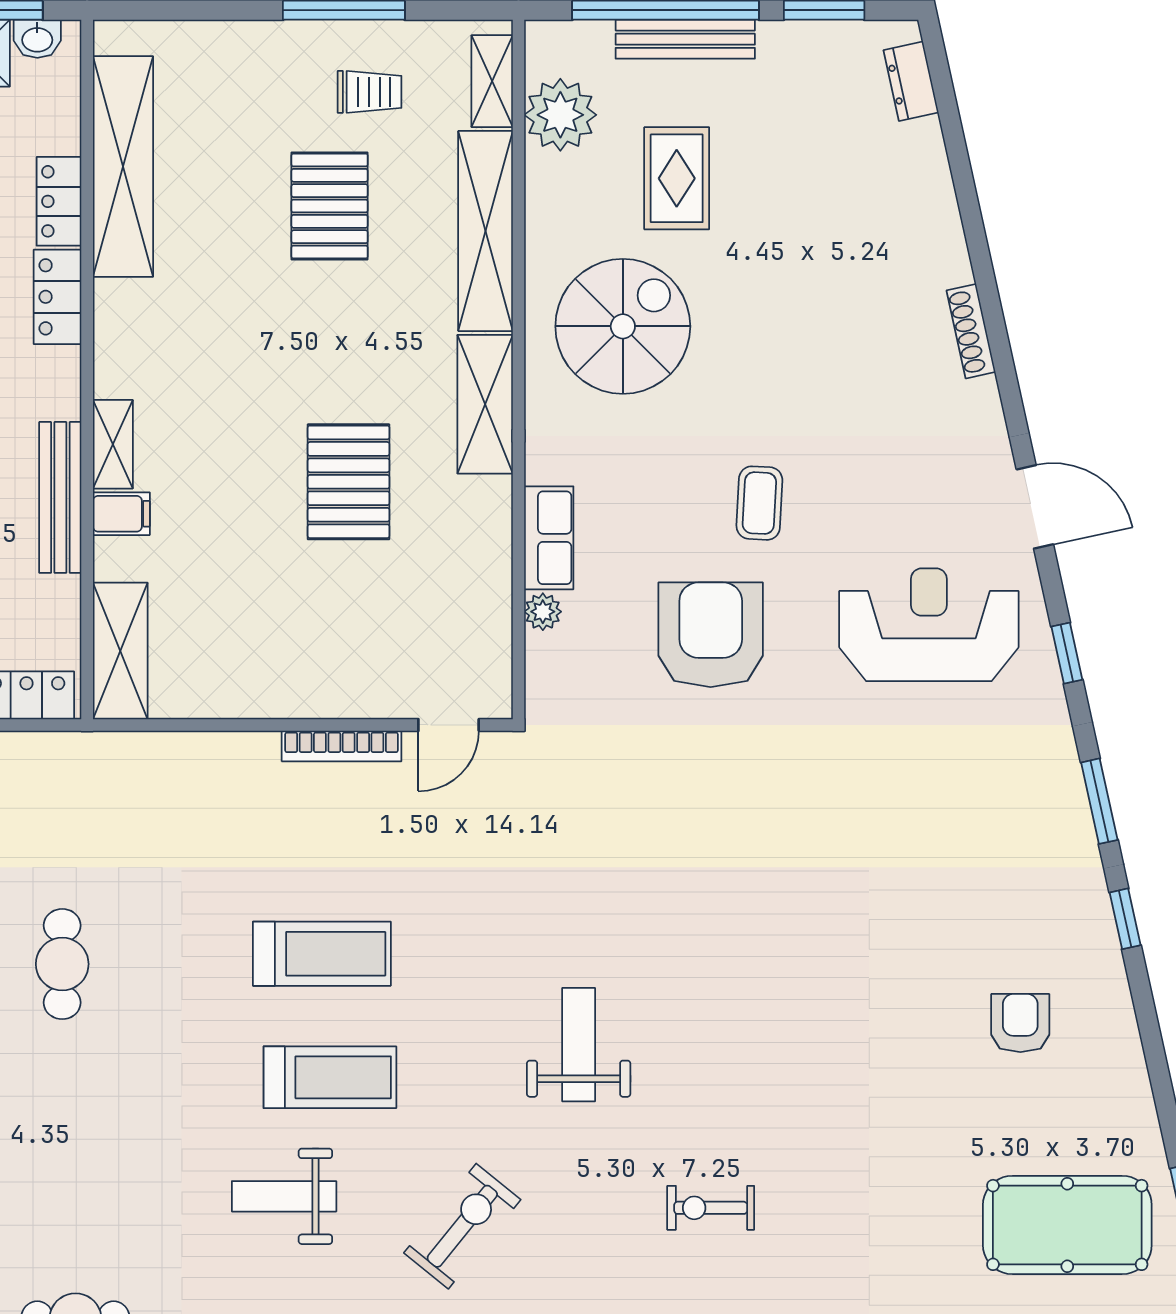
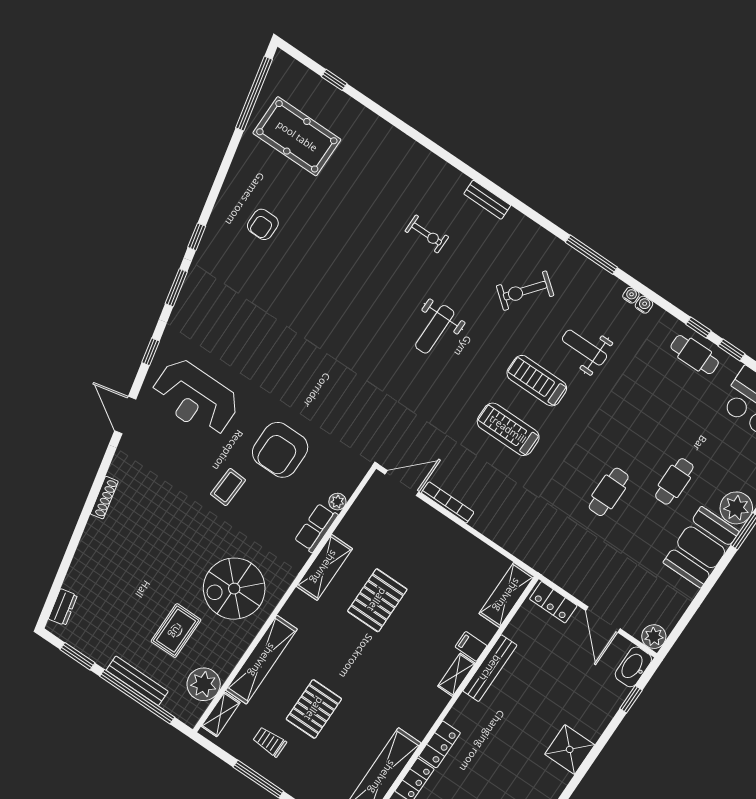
shelving: (485, 404) -> (324, 567), moved
door: (449, 725) -> (402, 483), width x1.38
weight bench: (284, 1196) -> (585, 348), turned 180

